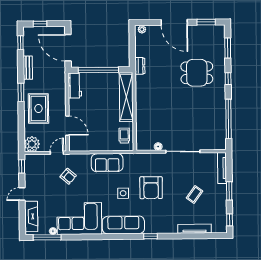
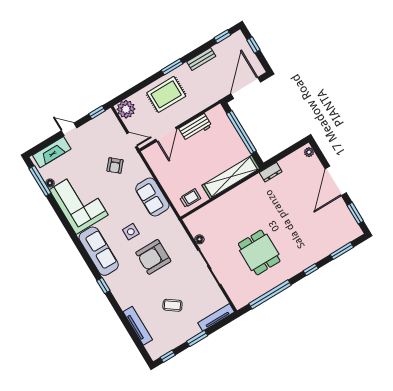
dining table: (197, 73) -> (259, 252), moved
workbench: (75, 86) -> (195, 127), moved

